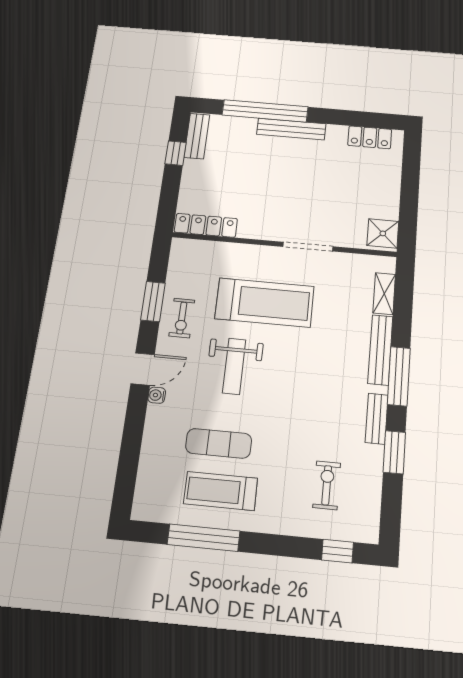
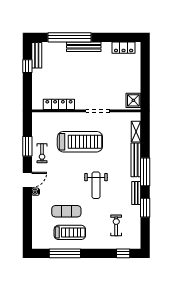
locker: (206, 225) -> (59, 104), moved
weight bench: (234, 366) -> (96, 185), moved
treadmill: (221, 491) -> (70, 232), turned 180

